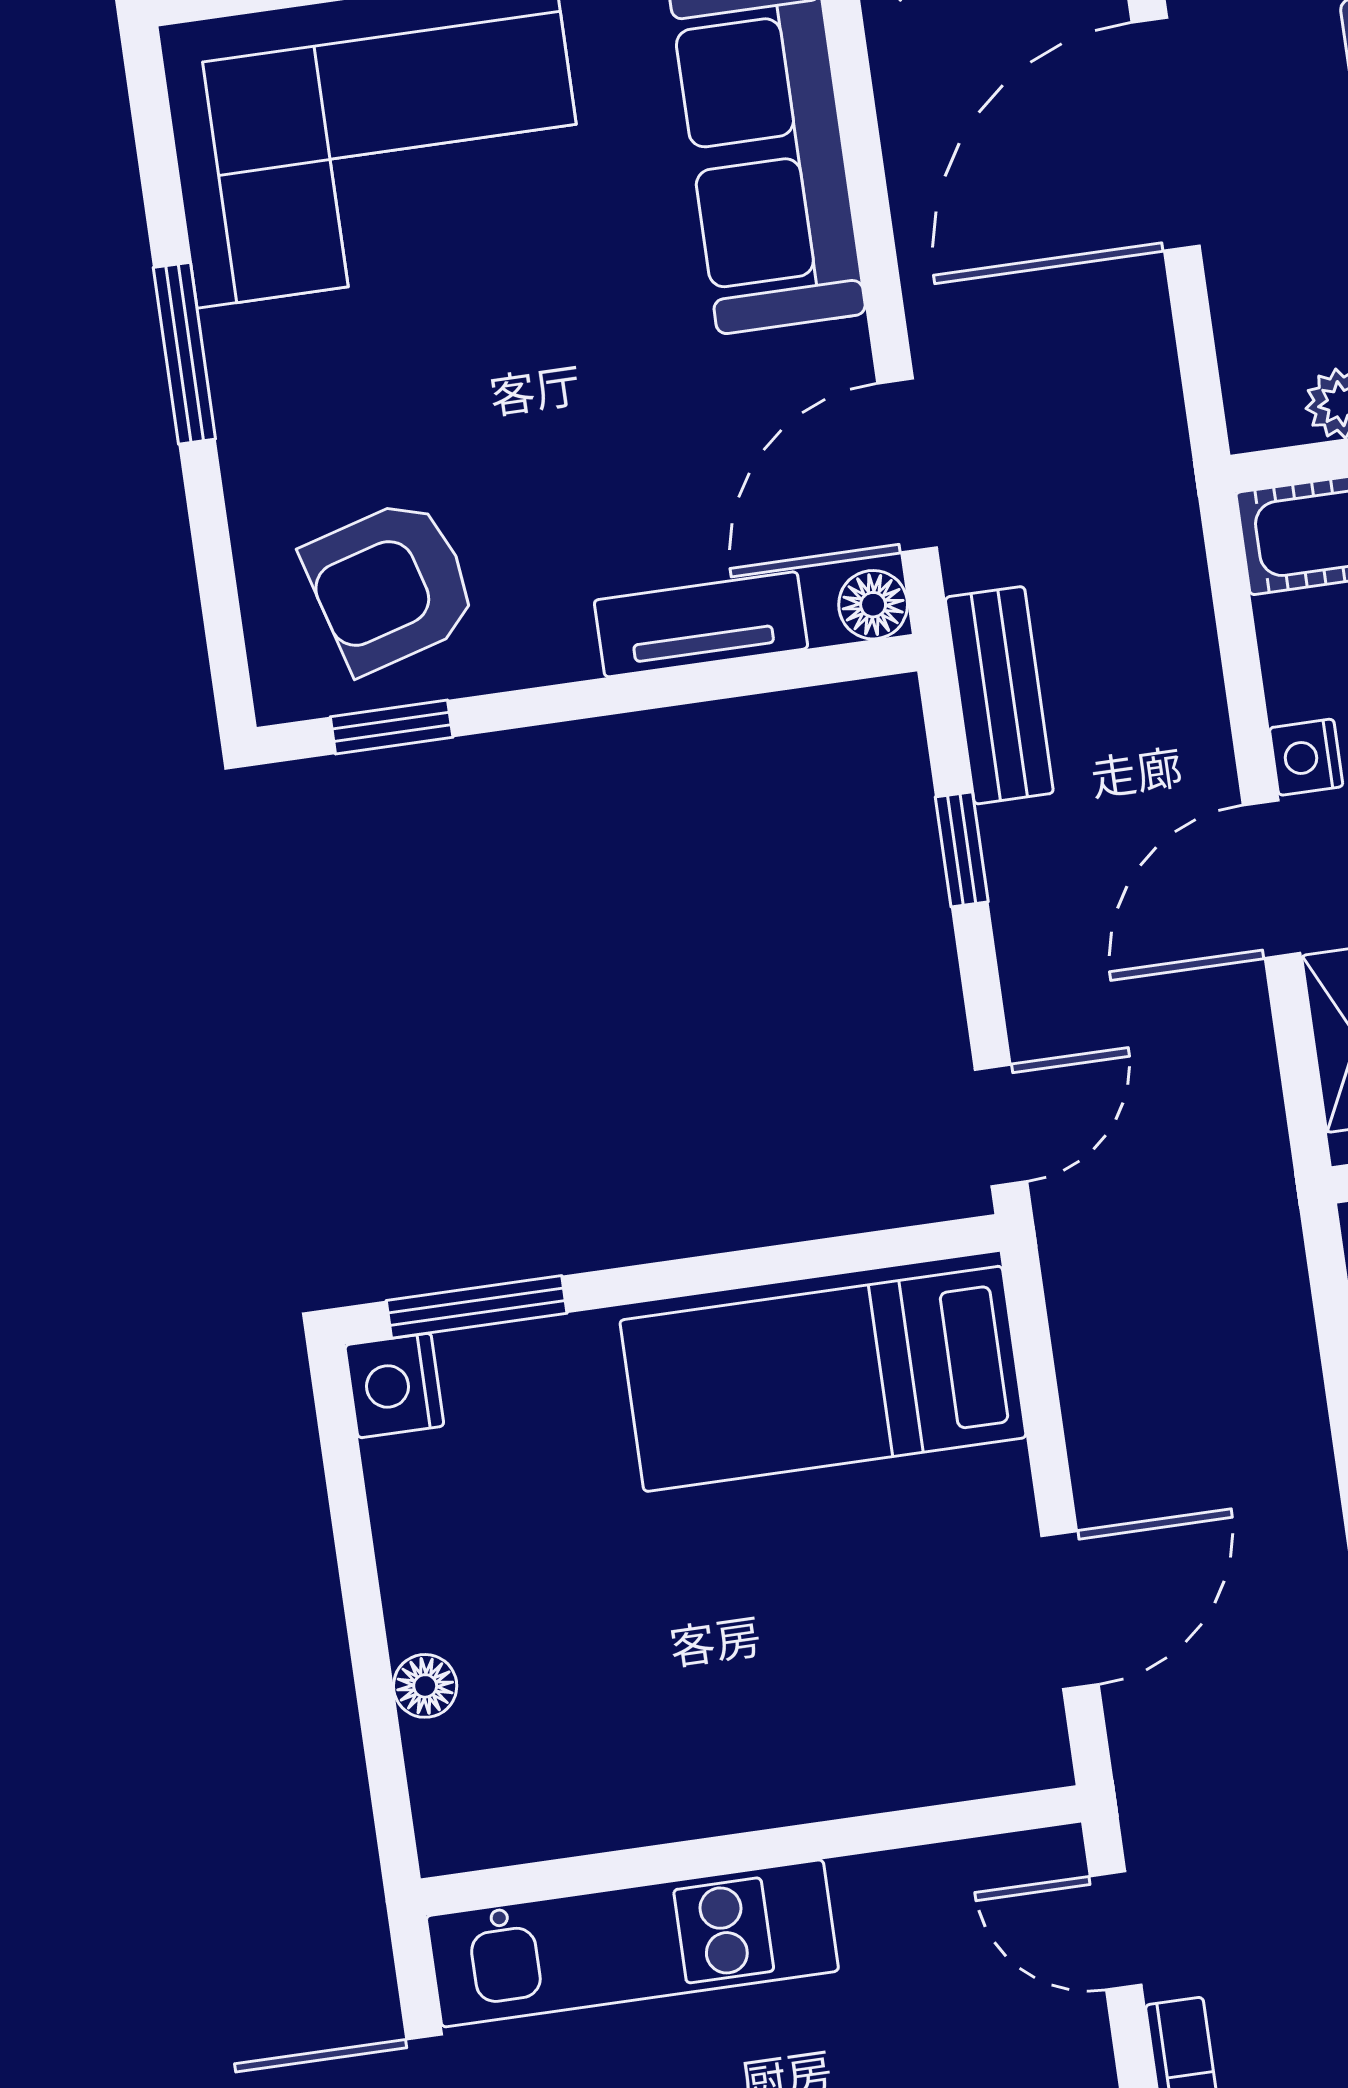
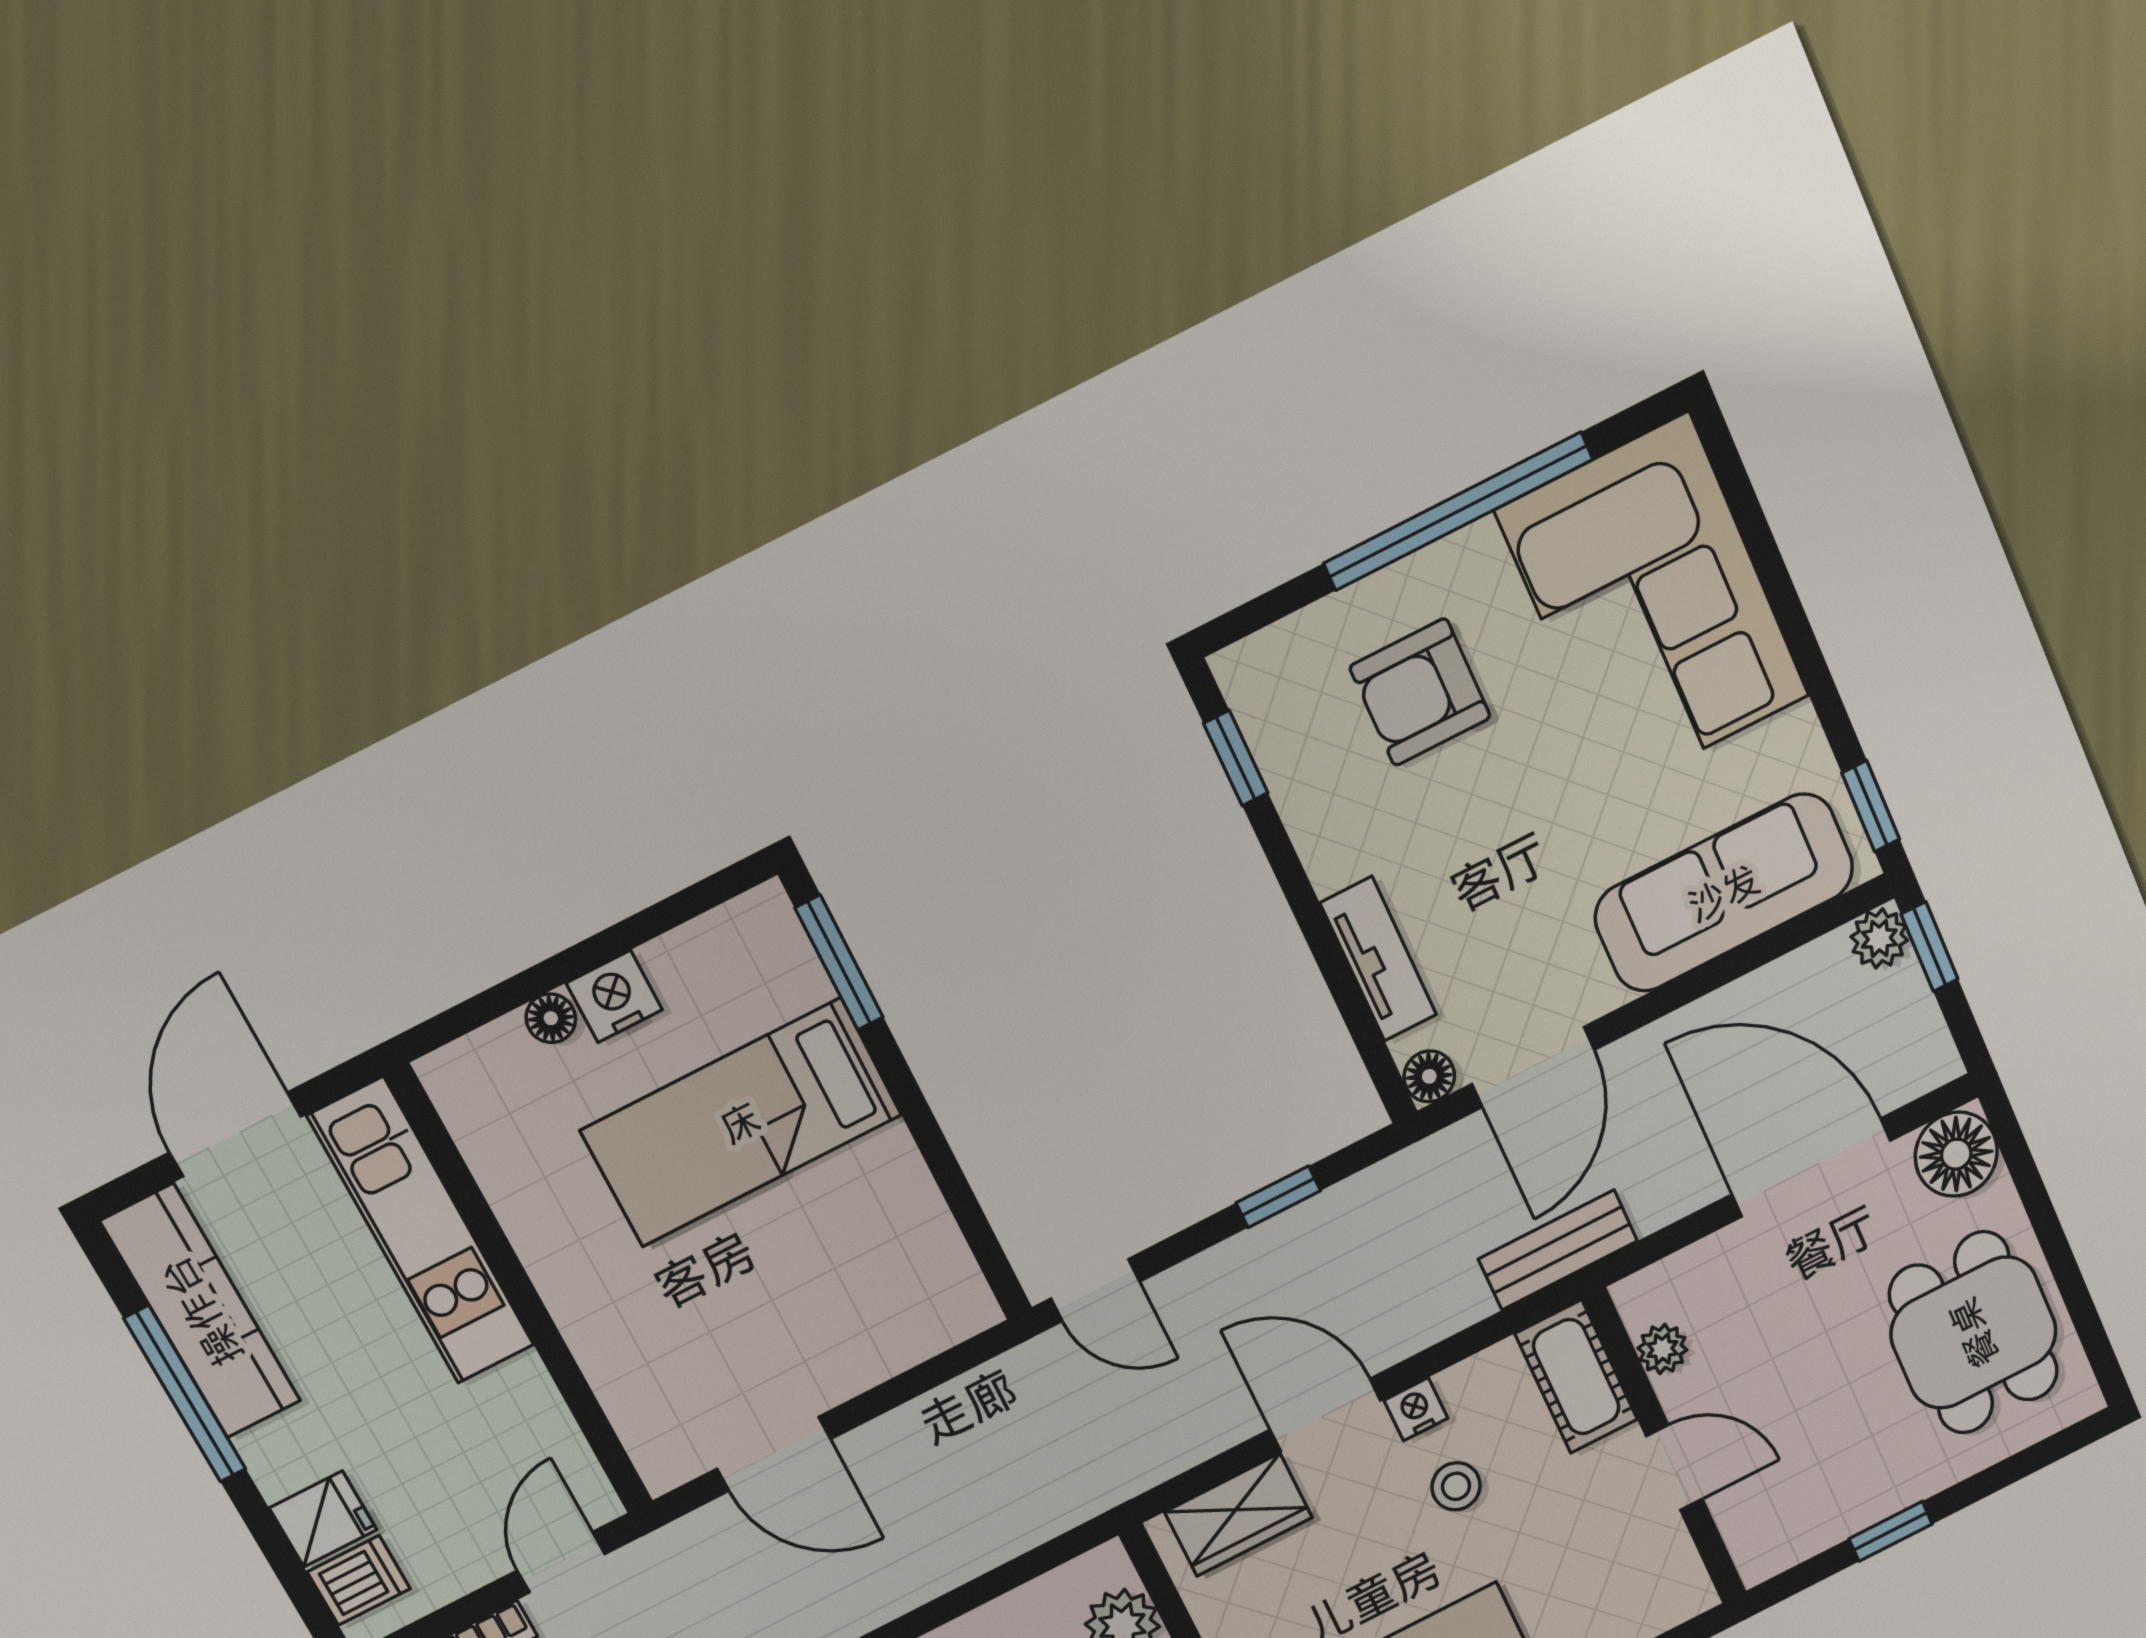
window: (184, 353) -> (1458, 511), width x2.11
door: (907, 466) -> (1533, 1067), swing flipped
armchair: (391, 585) -> (1420, 692), moved, turned -74
bench: (999, 695) -> (1558, 1250), moved
bed: (823, 1379) -> (741, 1123), moved, turned -90
nightstand: (394, 1385) -> (614, 996), moved

